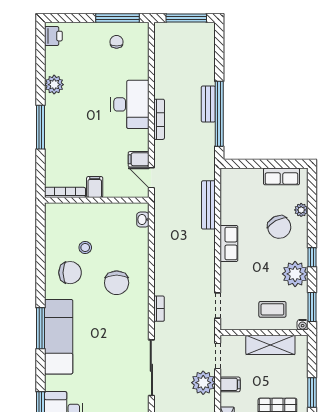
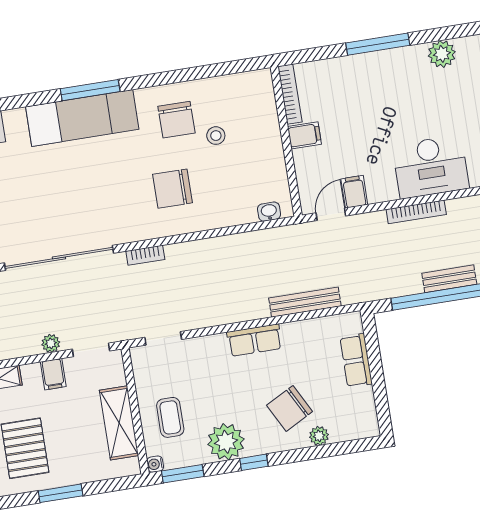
row of seats: (282, 176) -> (356, 361), moved
sliding door: (151, 368) -> (59, 258), width x1.36
plant: (203, 383) -> (51, 343), width x0.53, depth x0.53

